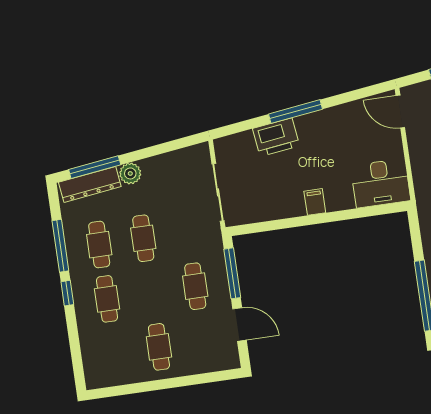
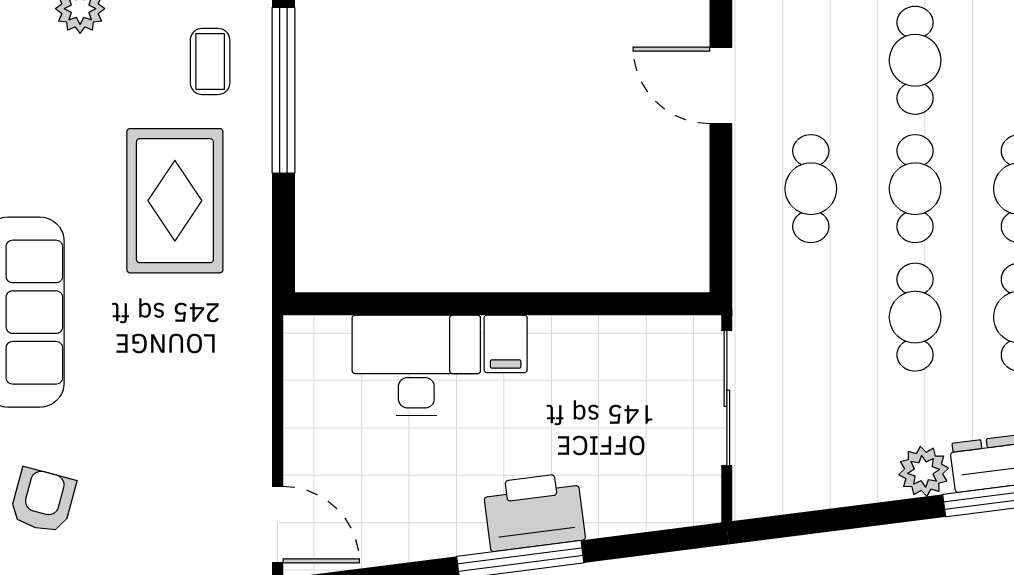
printer: (276, 137) -> (534, 512), moved
desk: (381, 183) -> (416, 366), moved
window: (232, 273) -> (721, 206), removed
cafe table: (151, 293) -> (915, 189), added

